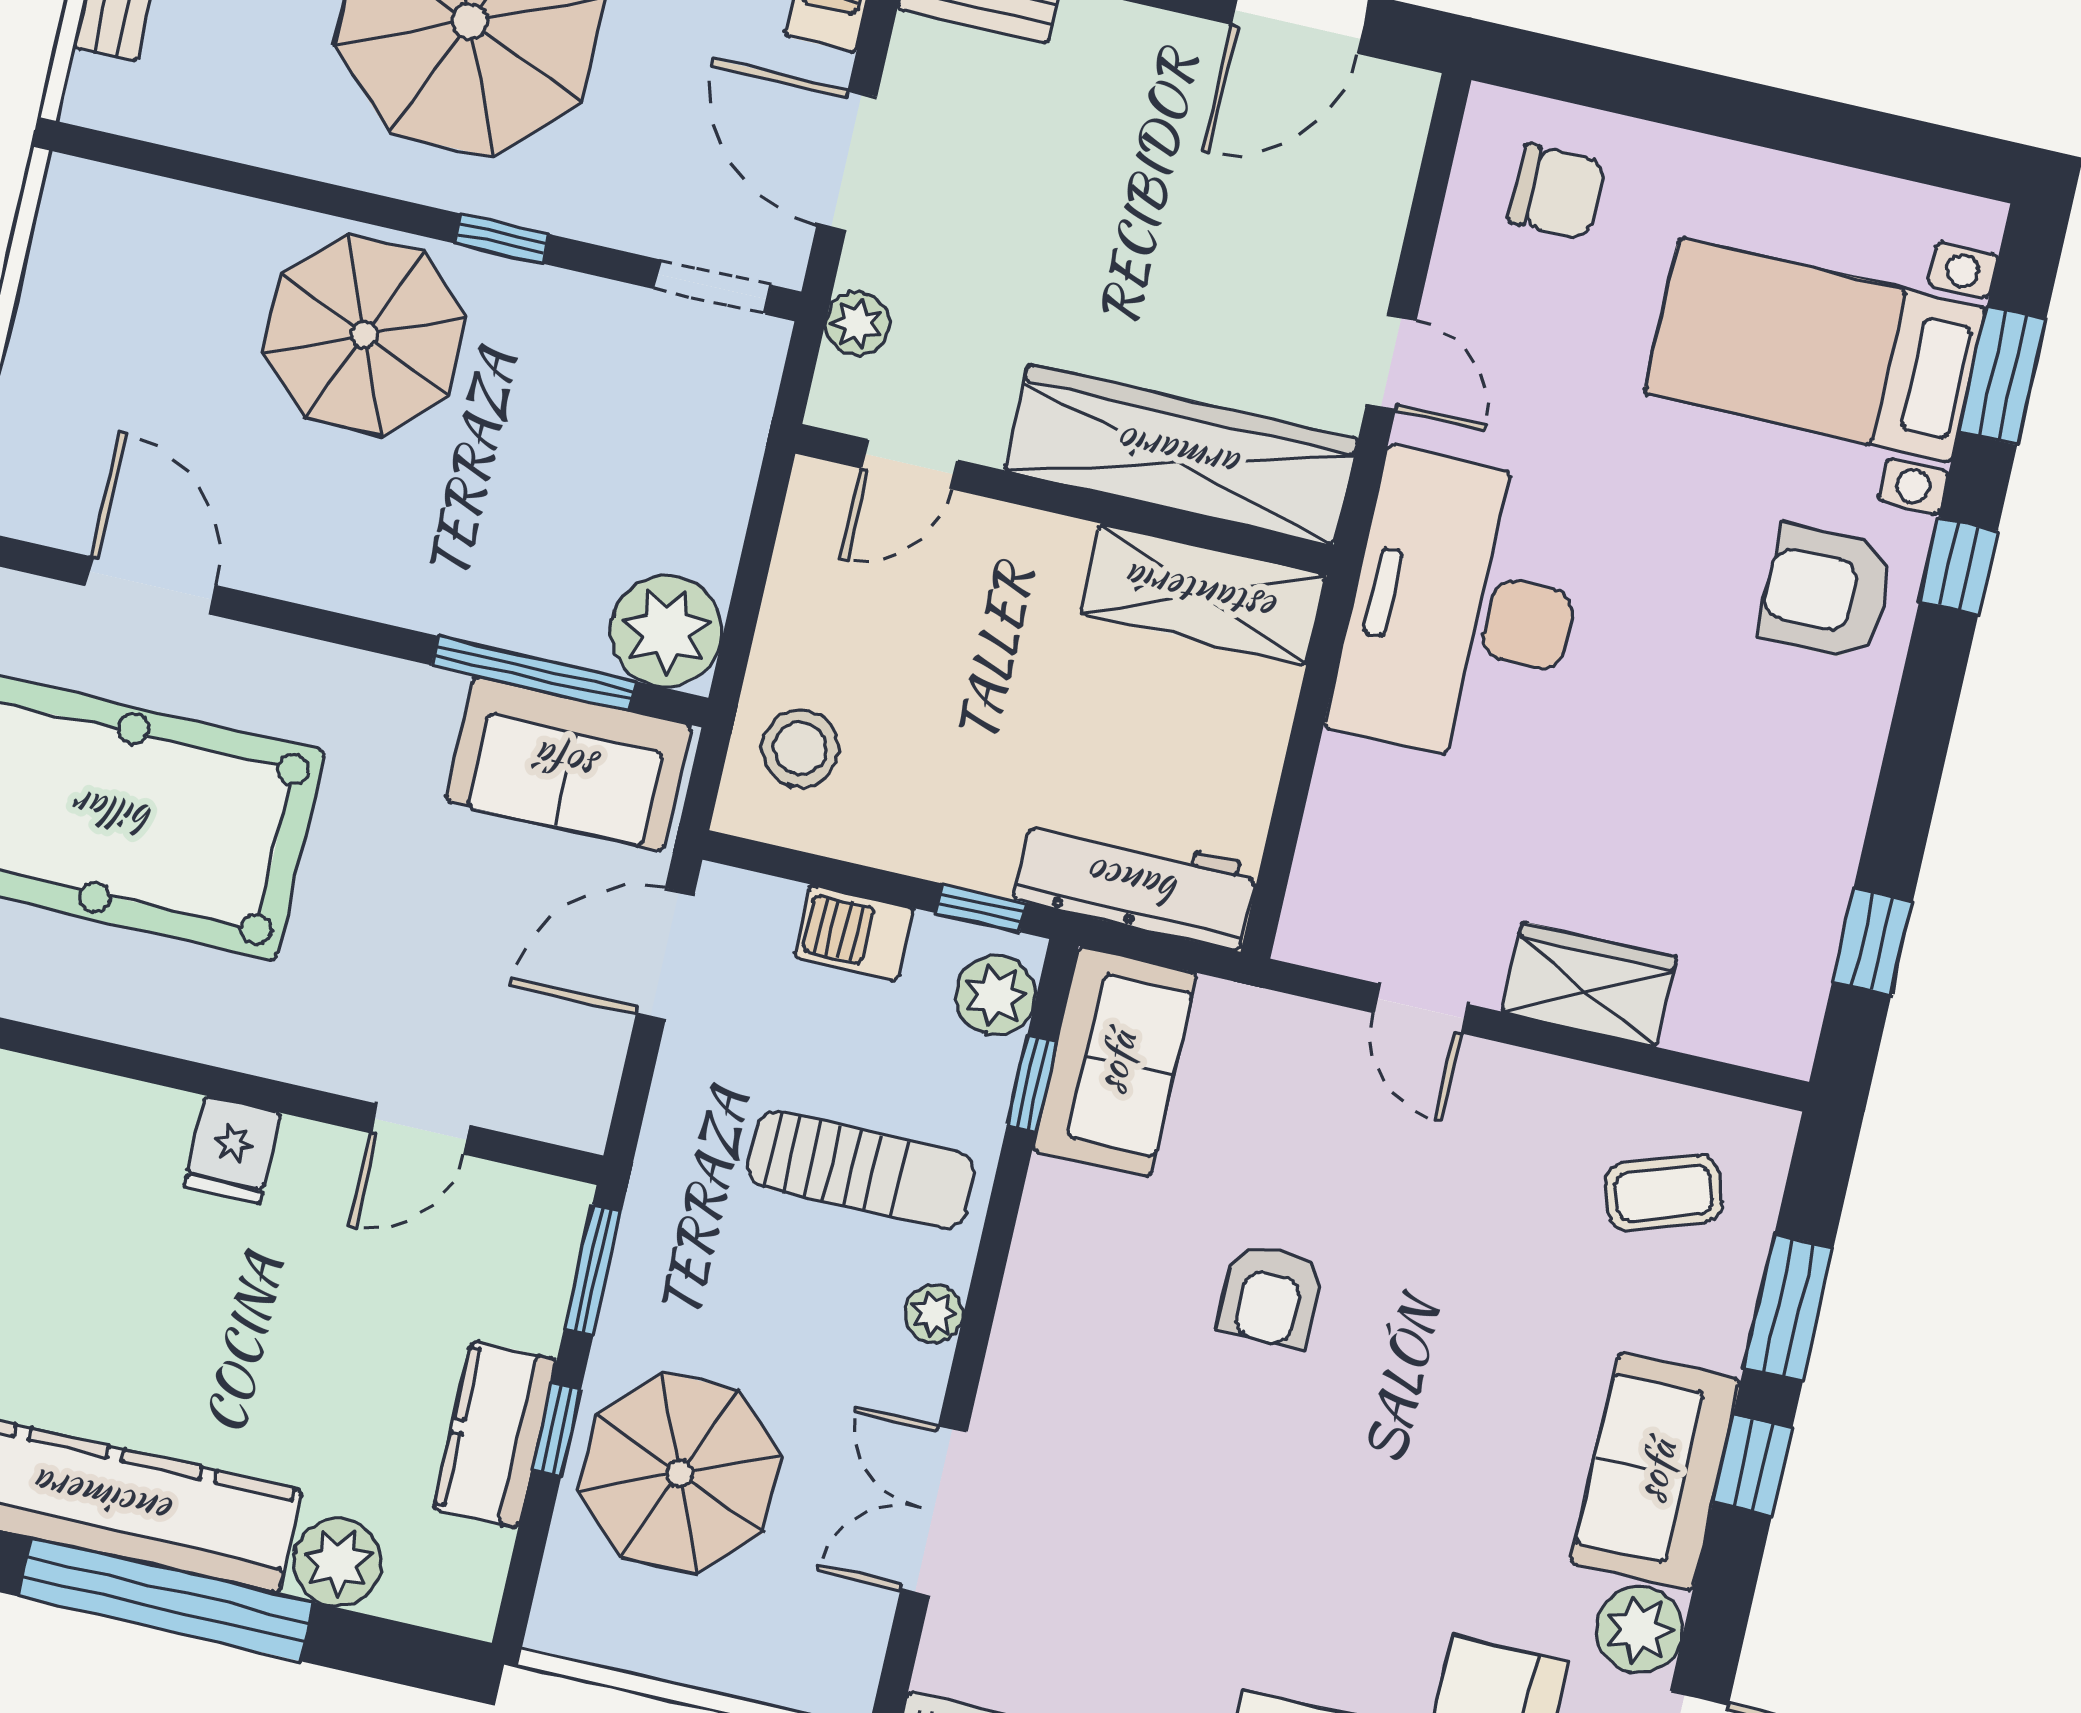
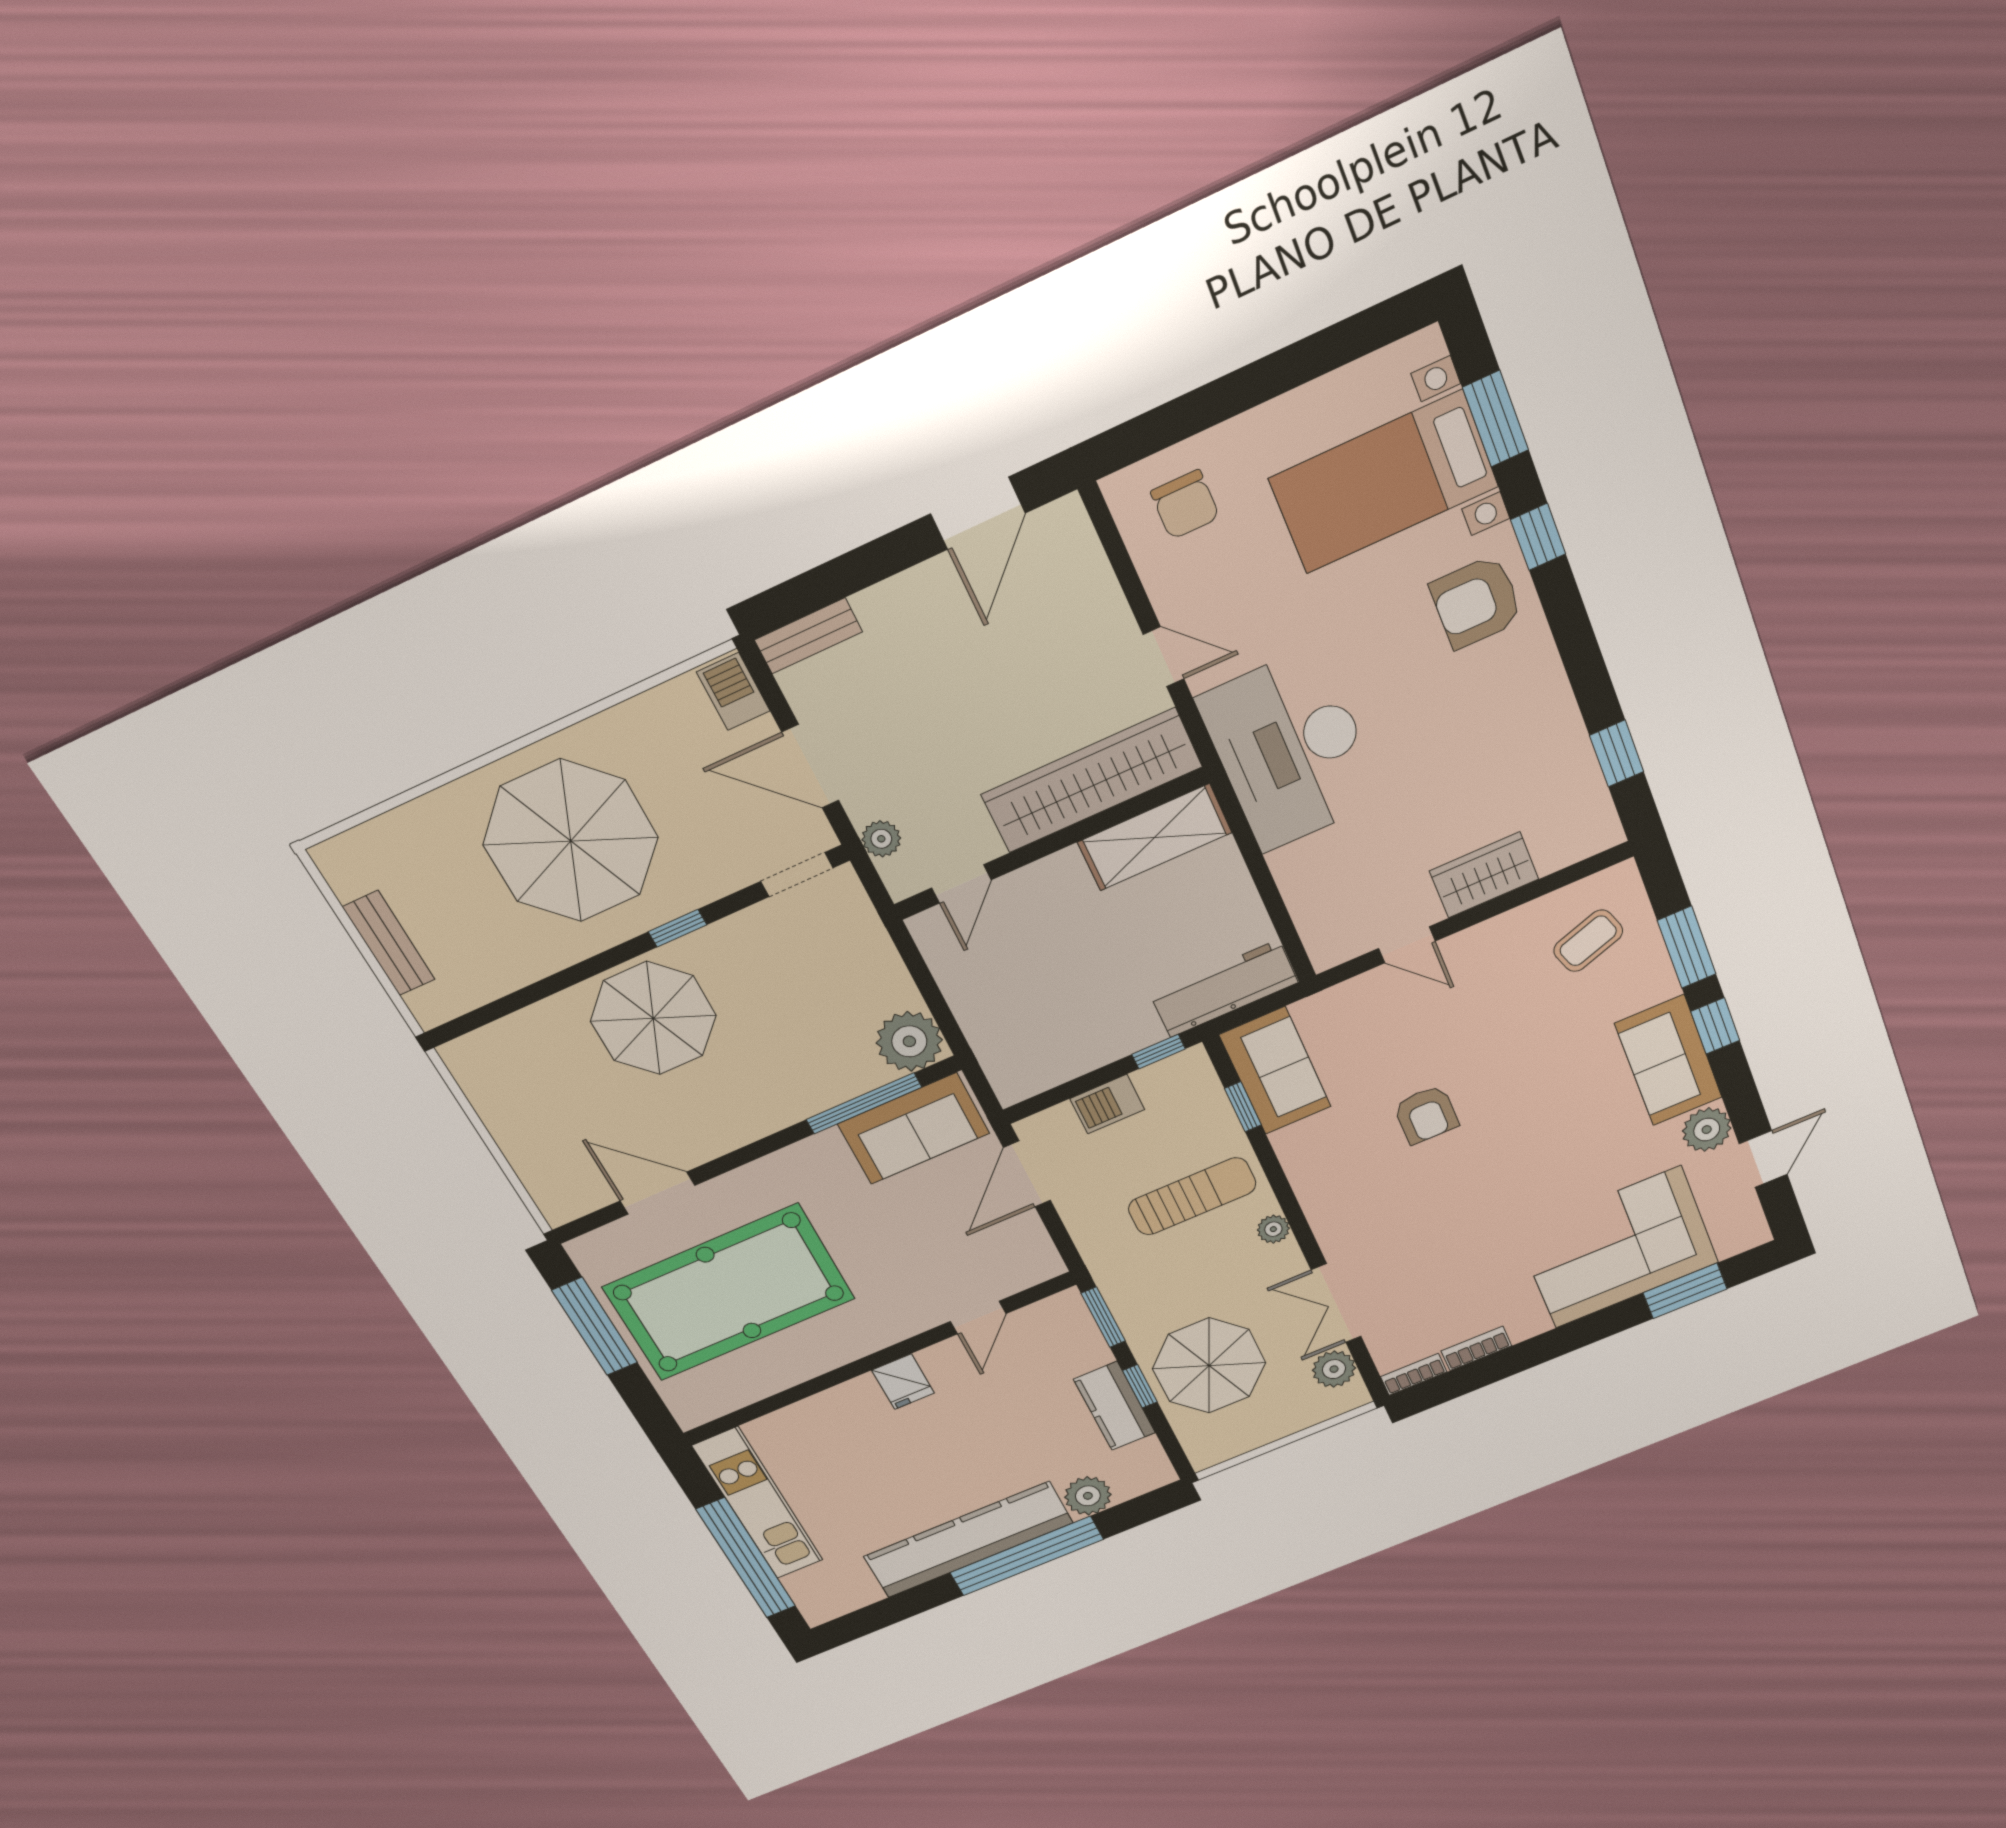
chair: (1557, 192) -> (1185, 505), turned 90
stool: (801, 748) -> (1016, 1045), removed
plant: (995, 995) -> (1334, 1369), moved

